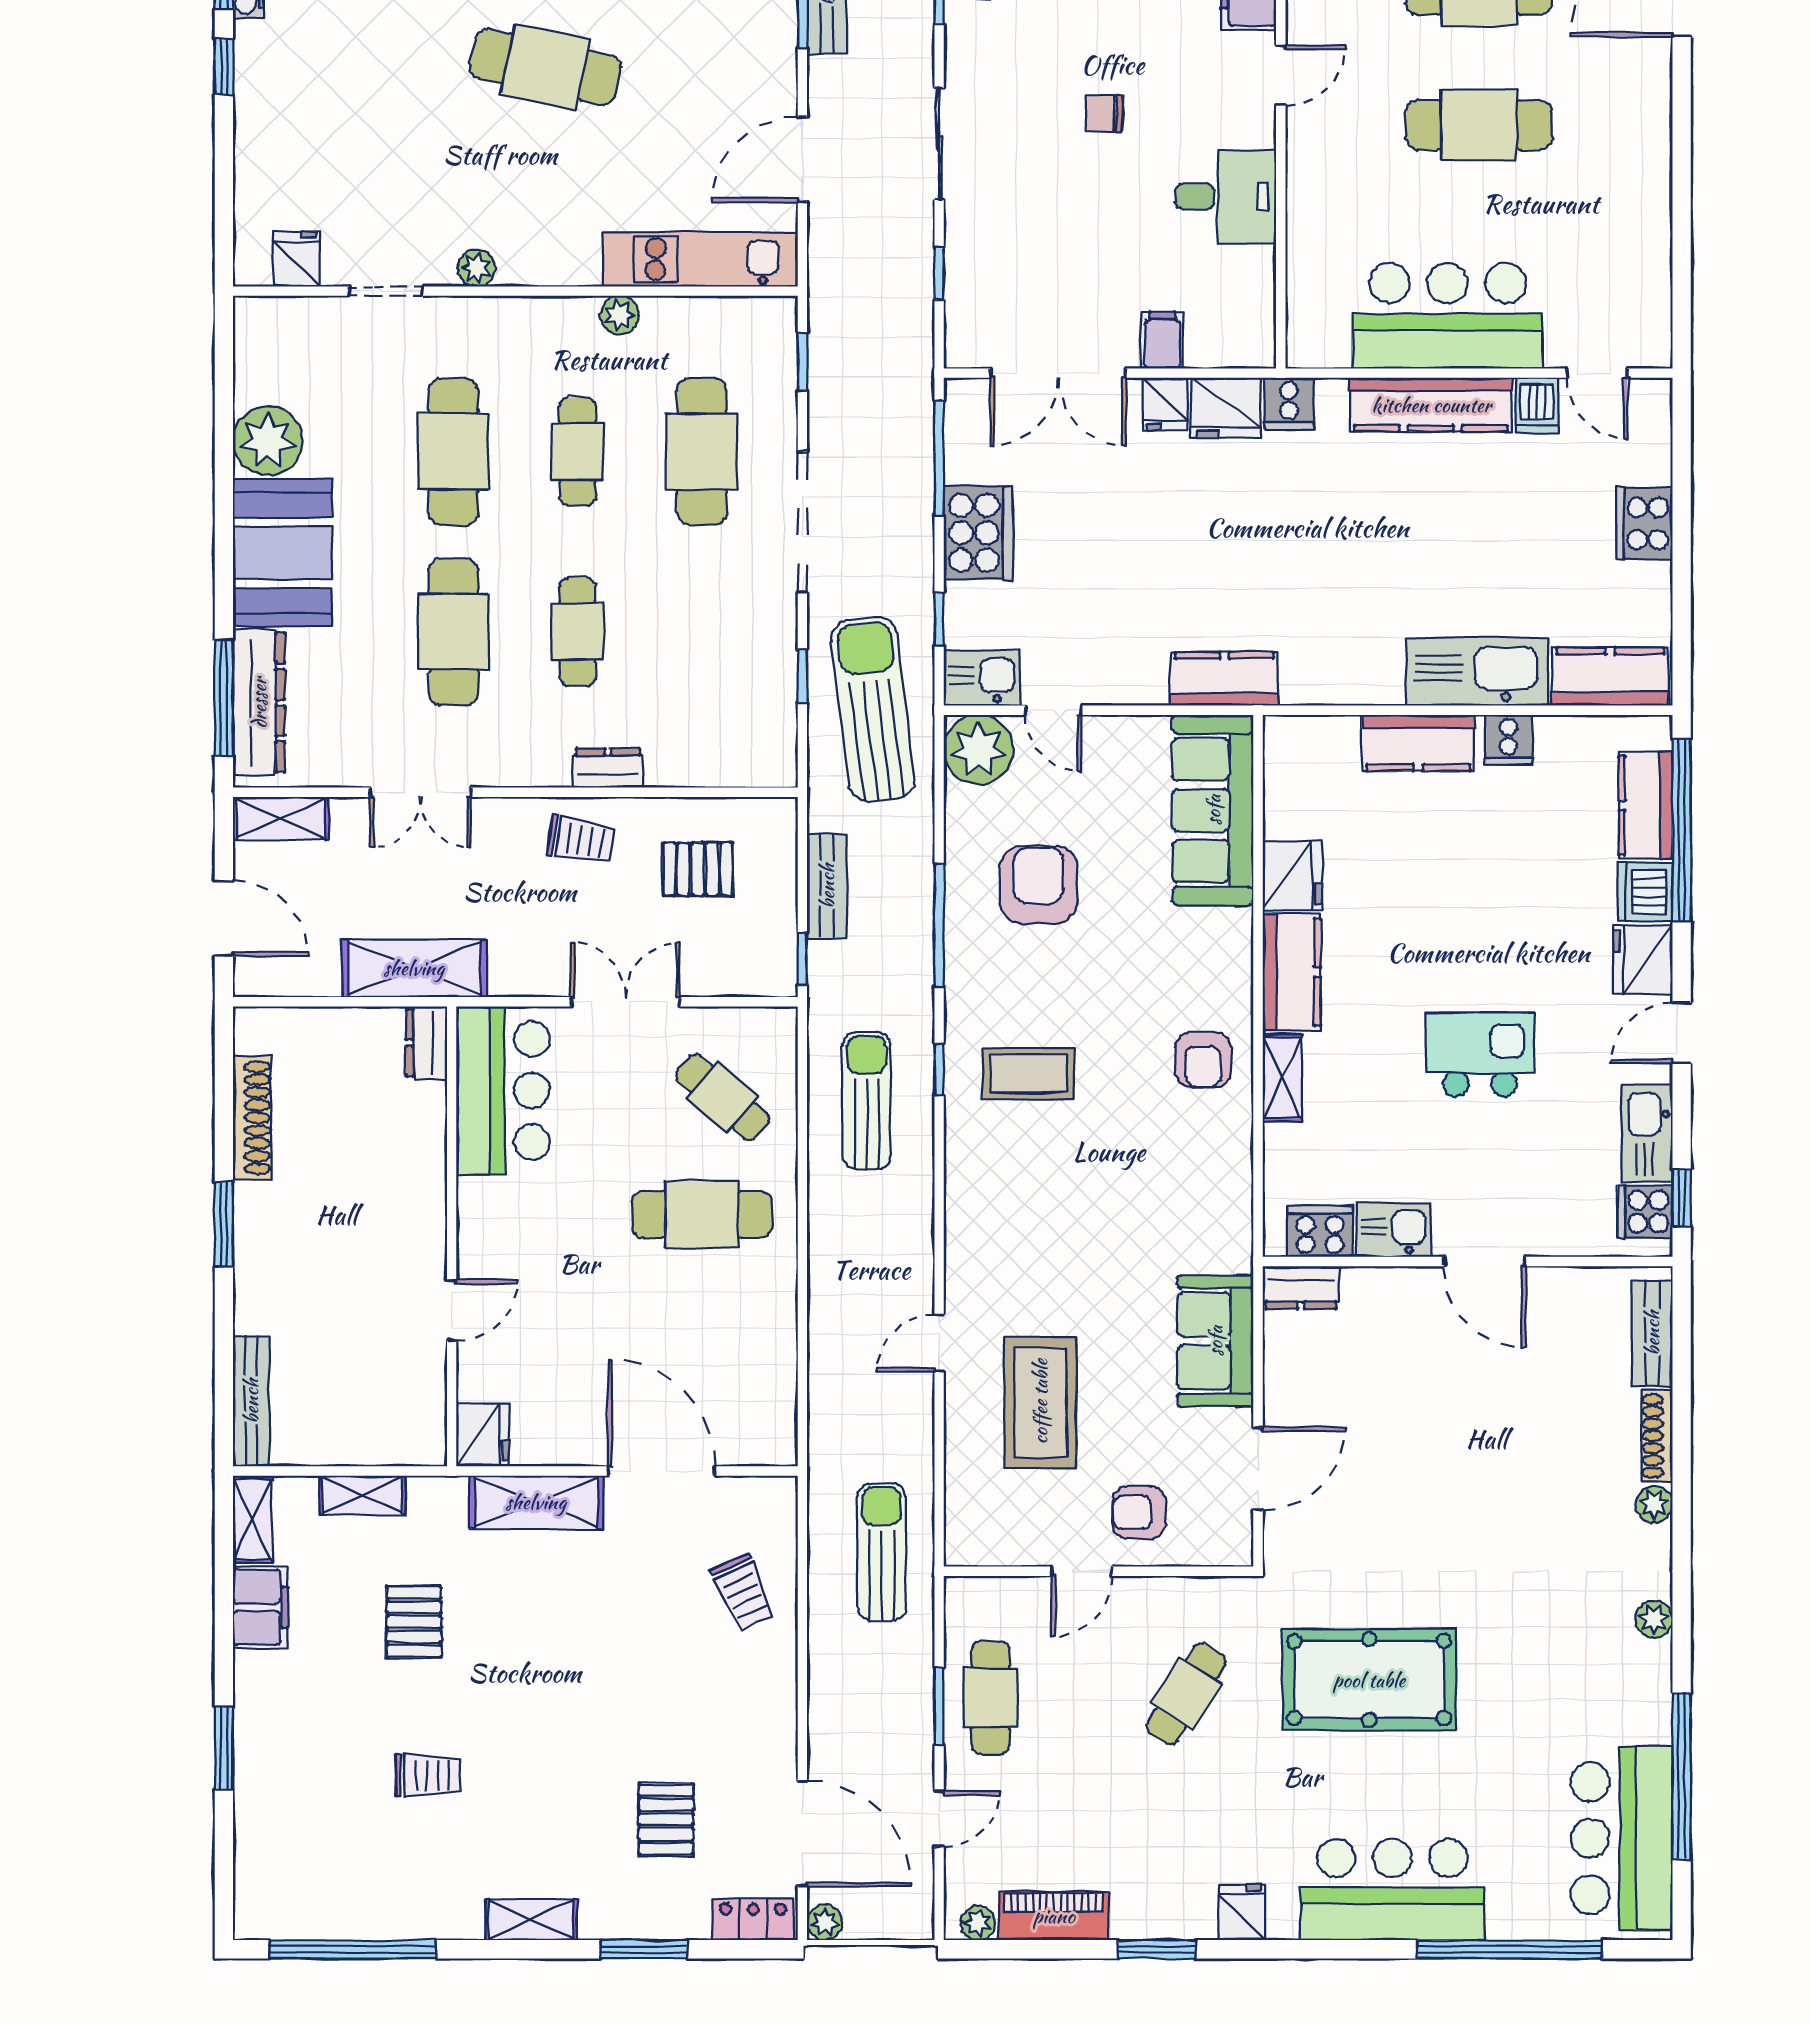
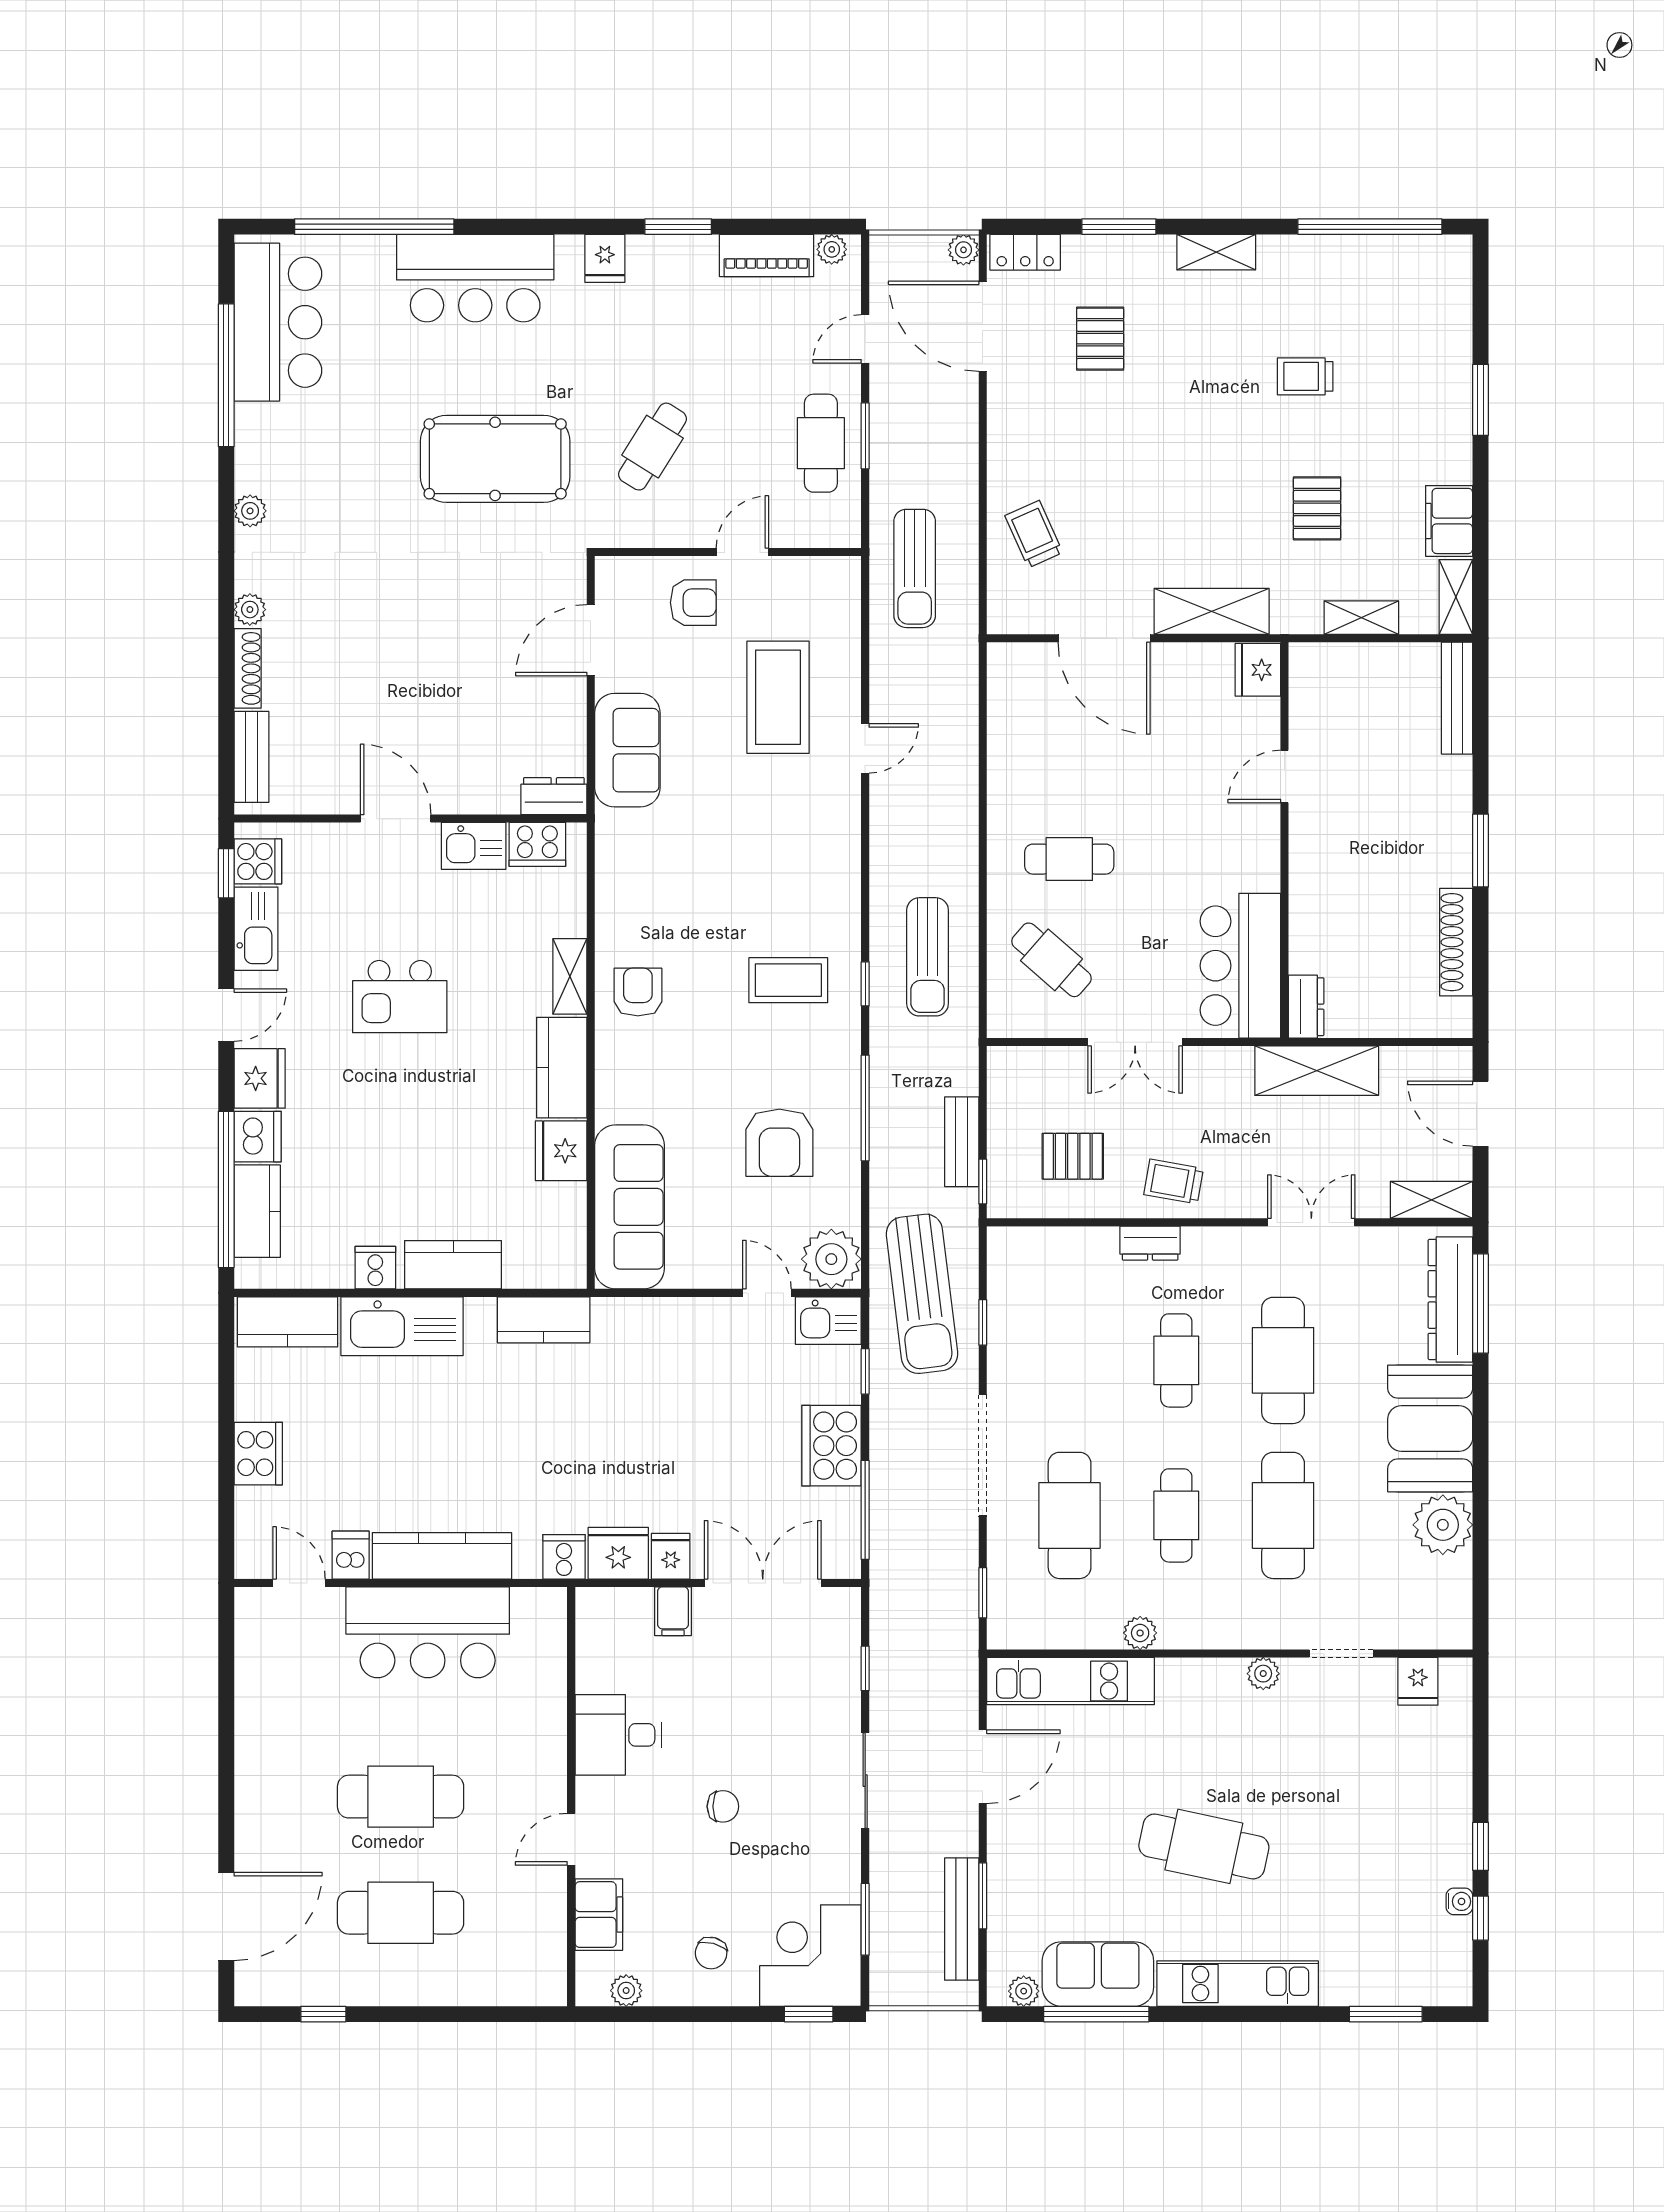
kitchen counter: (1224, 679) -> (544, 1320), moved
window: (802, 959) -> (983, 1181), moved
cafe table: (702, 1214) -> (1069, 859), width x0.73, depth x0.74

